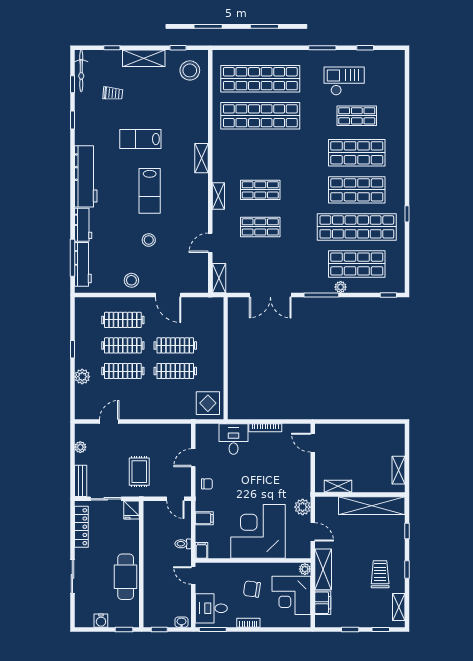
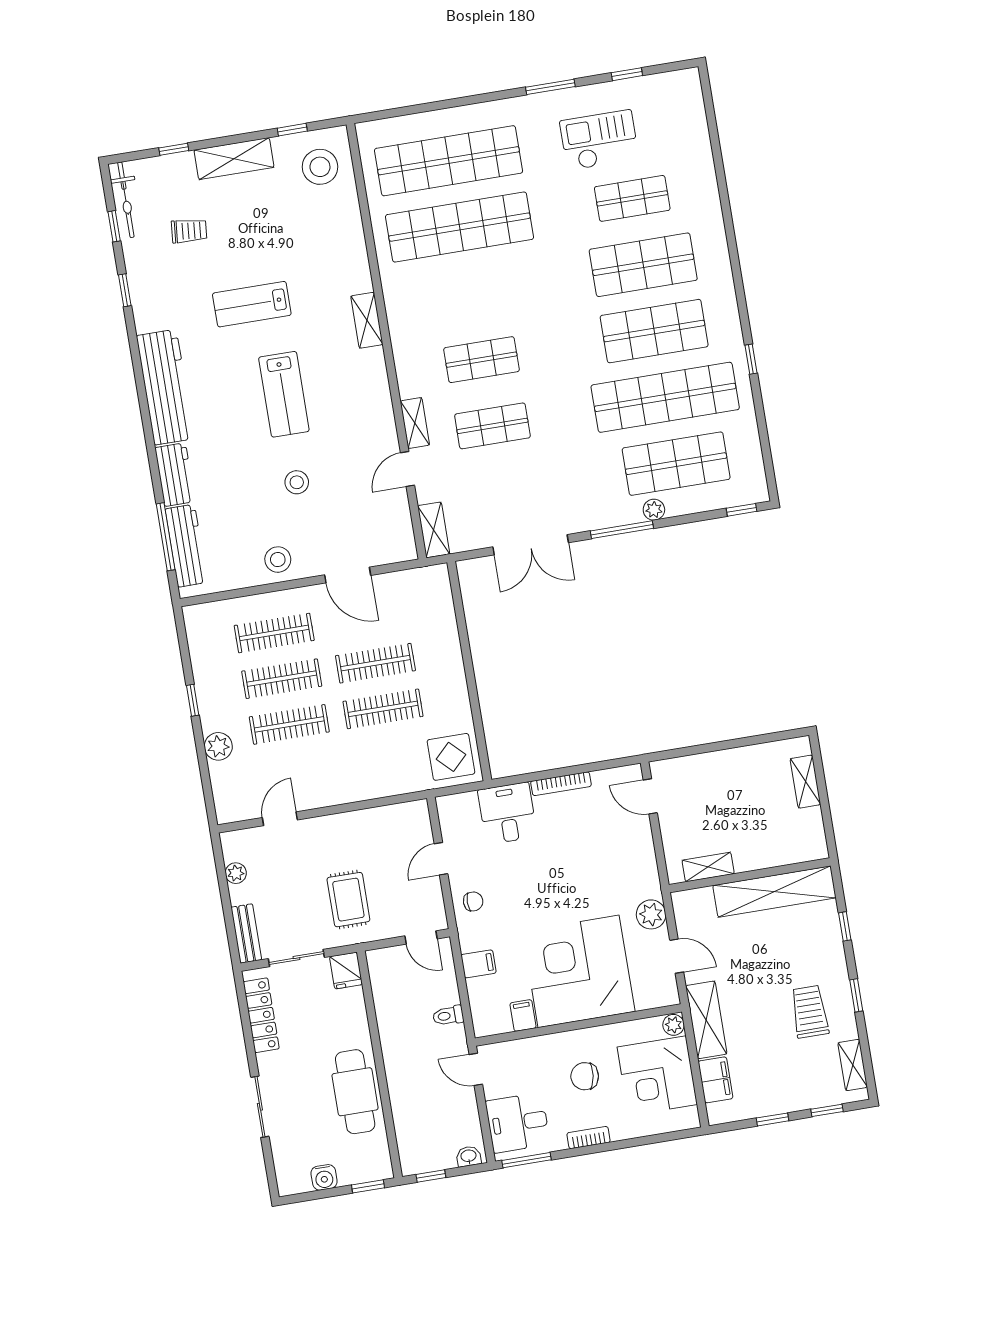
shelving: (218, 196) -> (415, 423), moved
shelving: (399, 470) -> (805, 782), moved
filing cabinet: (201, 550) -> (523, 1015), moved

